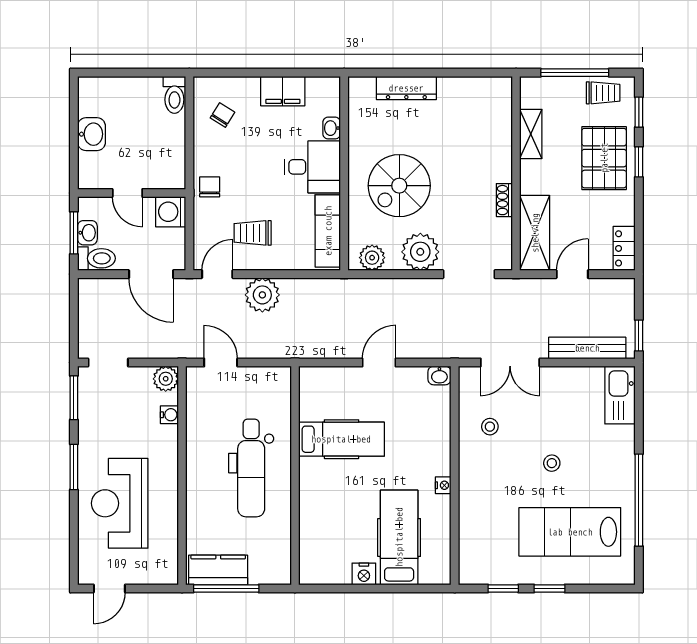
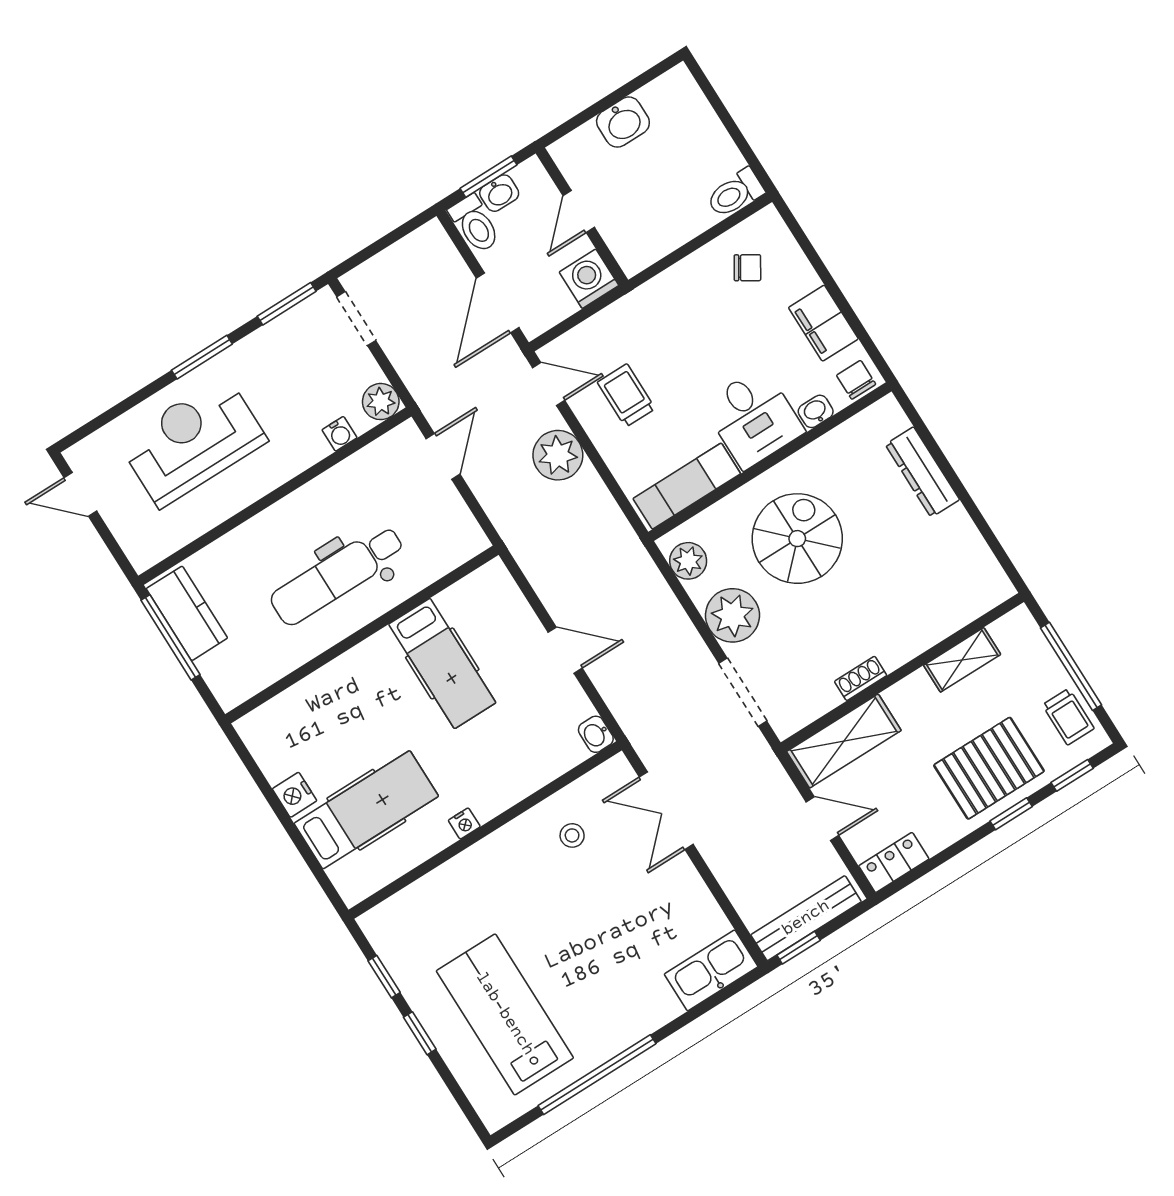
spiral stairs: (399, 186) -> (797, 539), turned 90
chair: (210, 187) -> (856, 380), moved, turned -90
bench: (587, 348) -> (806, 918), moved, turned 90
stool: (552, 463) -> (575, 939), removed

